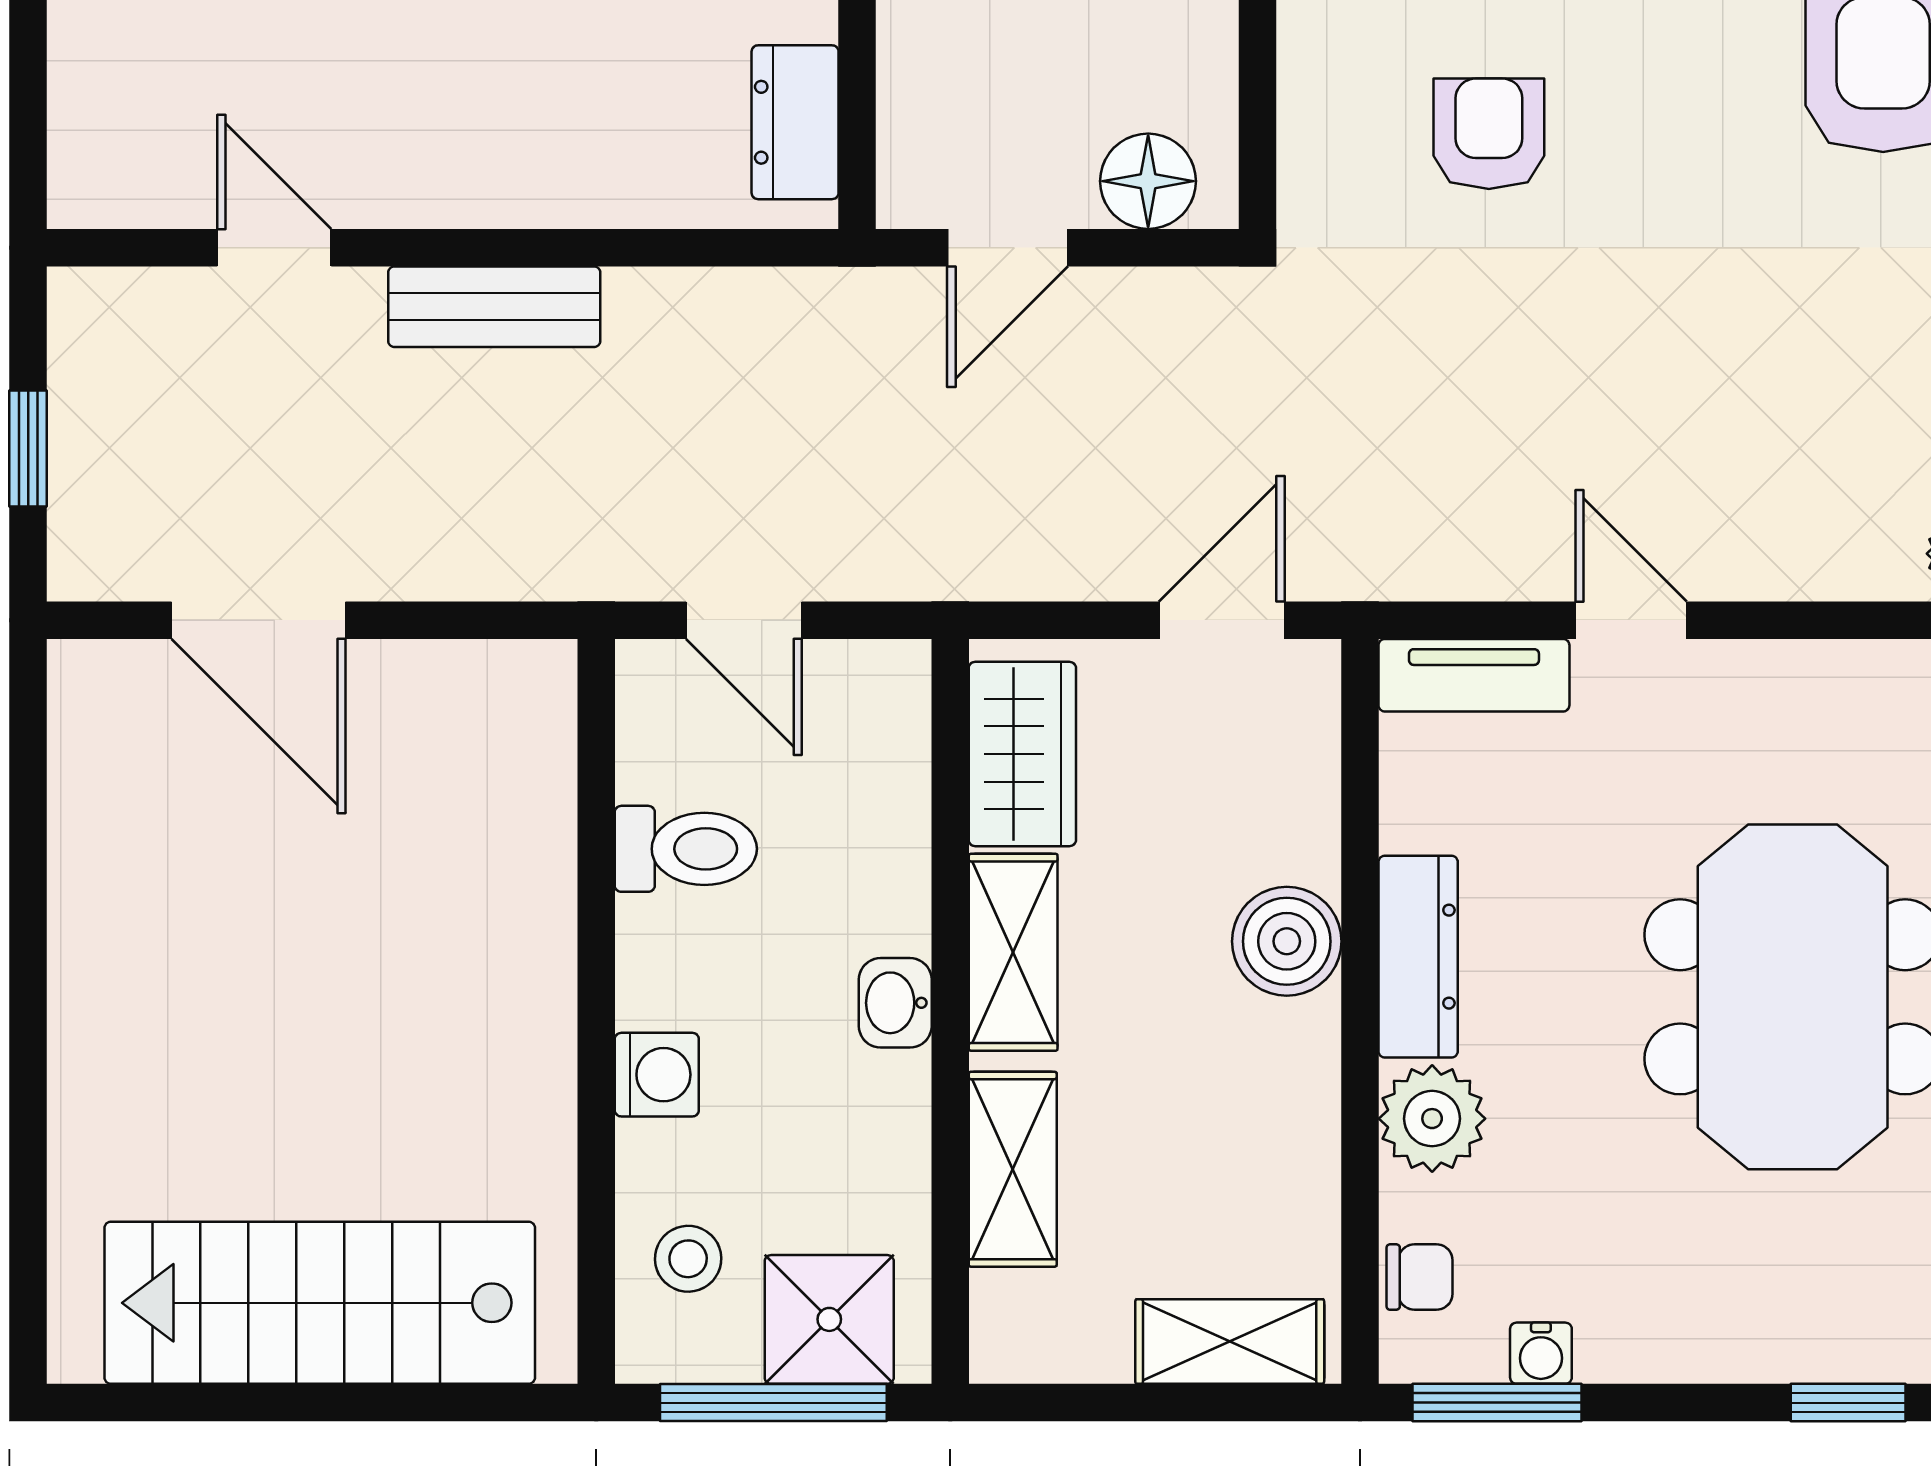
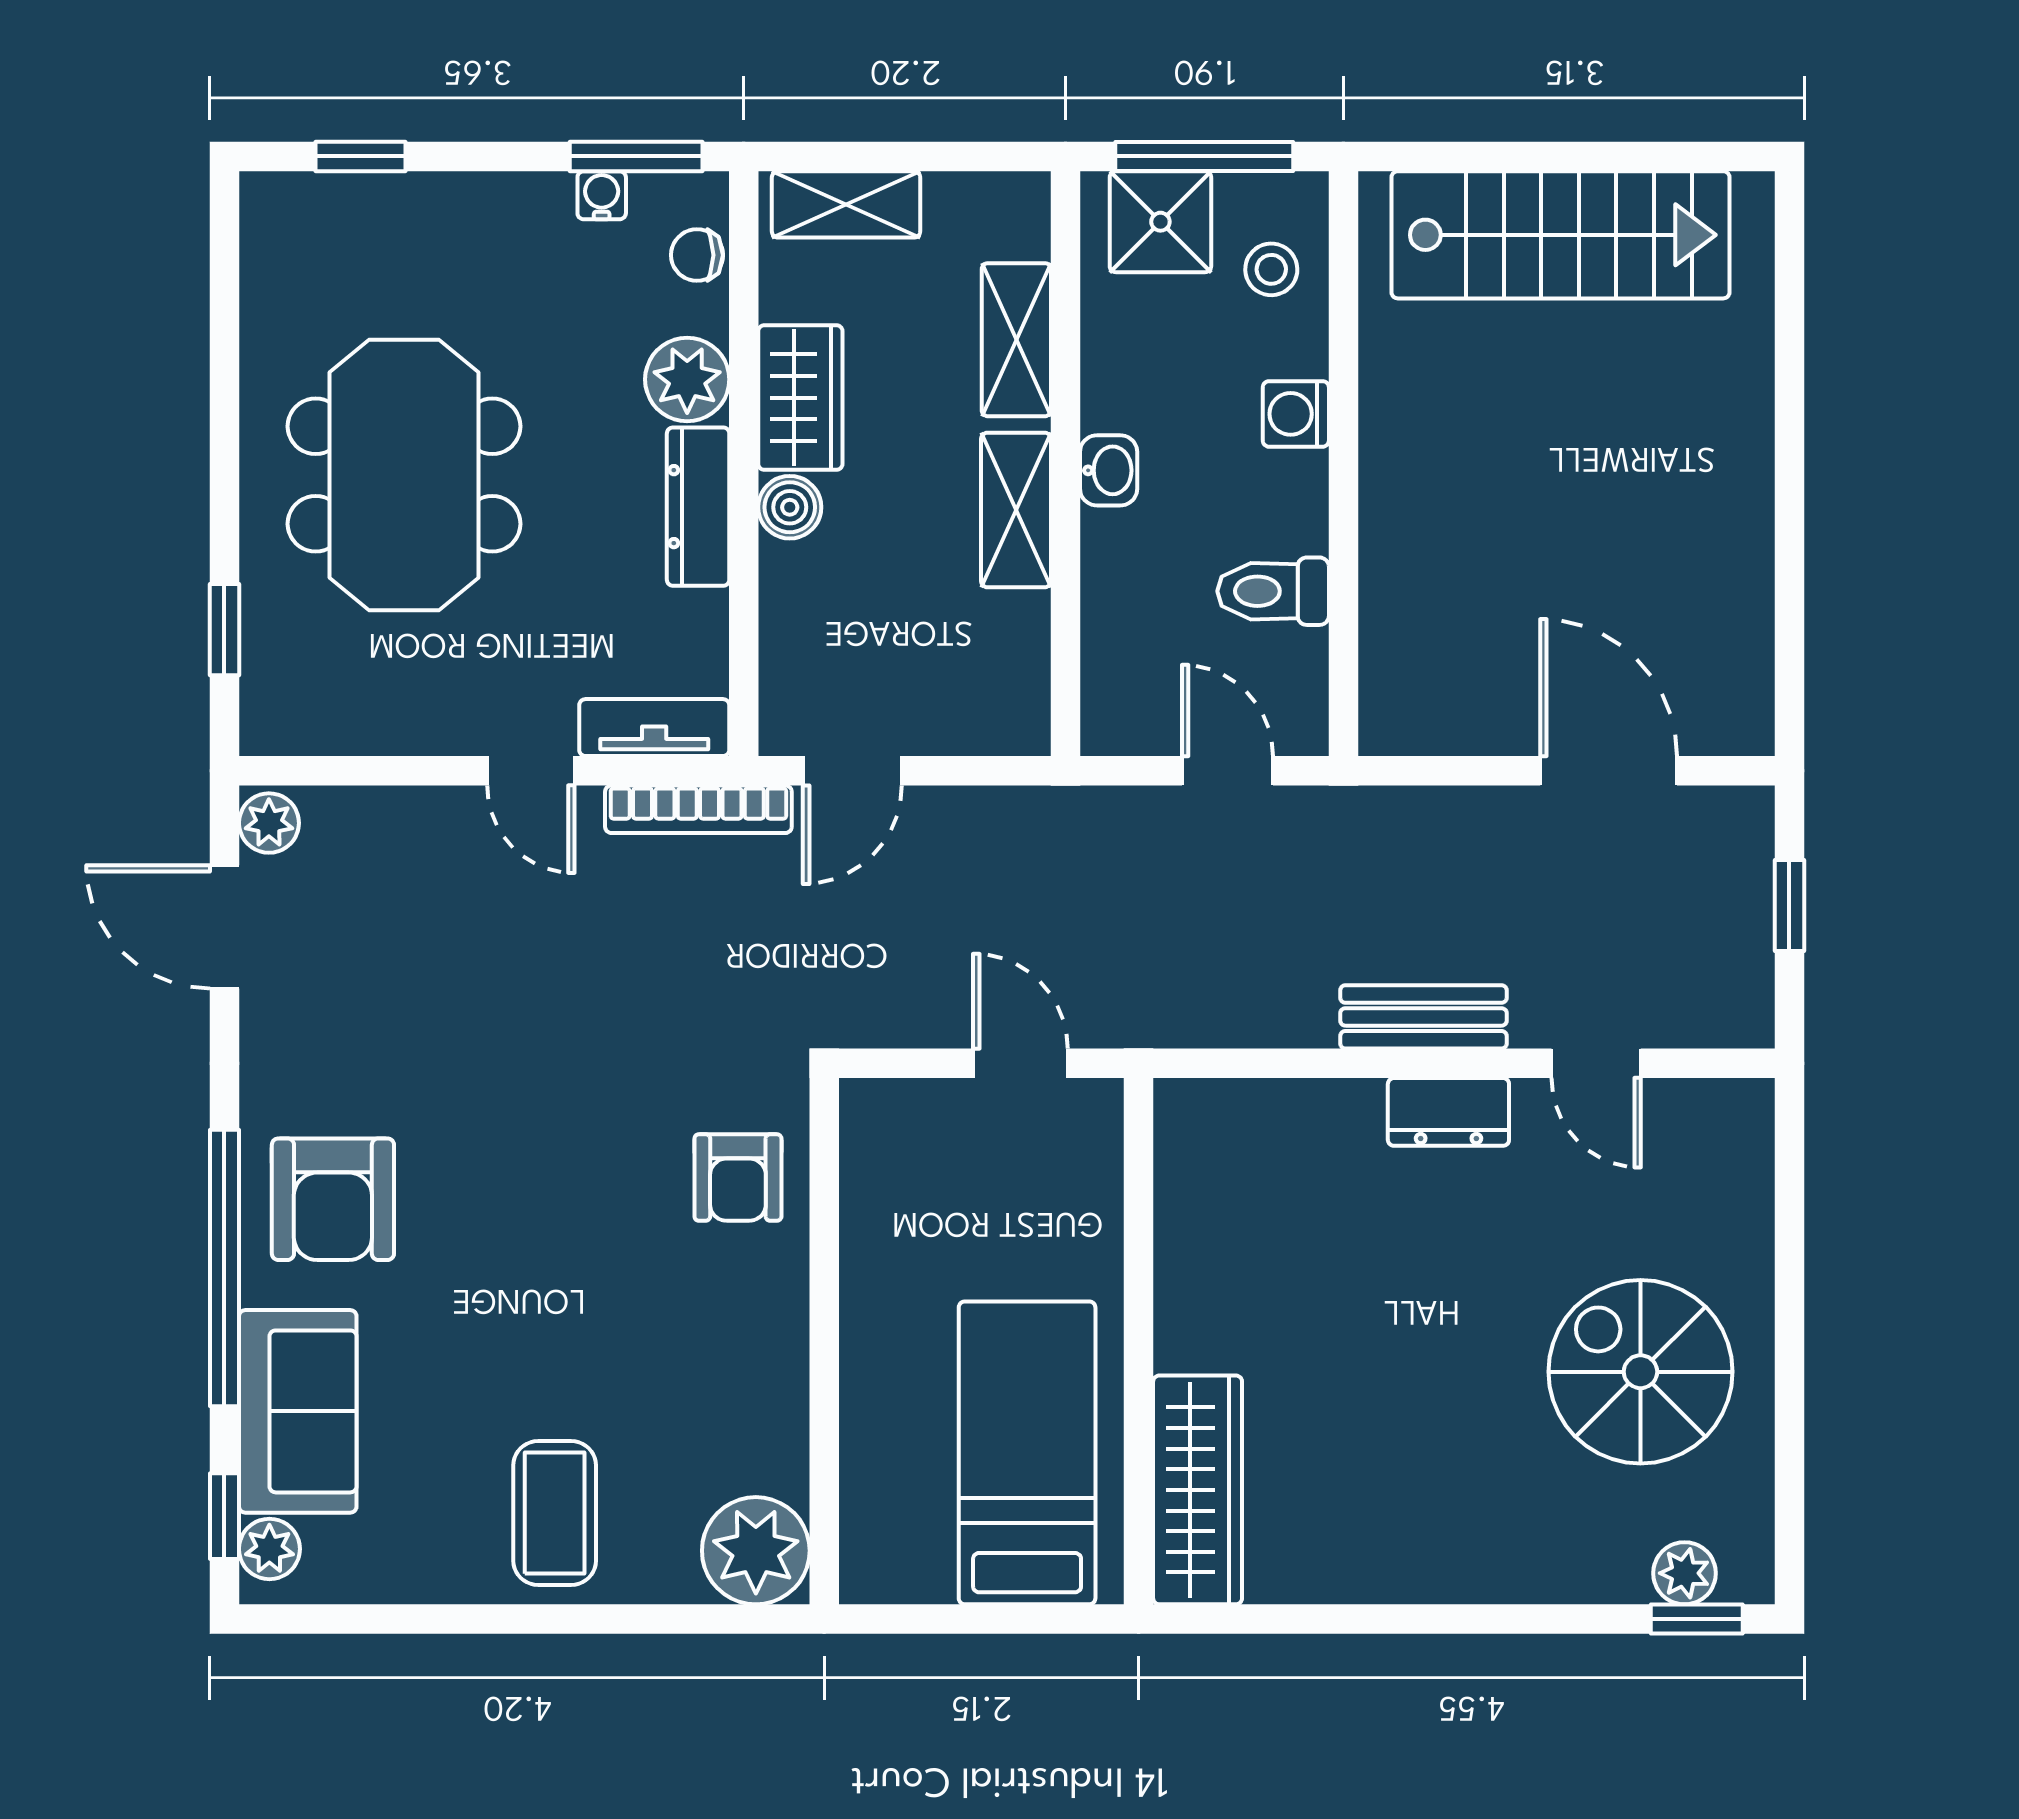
dresser: (795, 122) -> (1448, 1112), moved, turned 90
armchair: (1489, 134) -> (738, 1178), moved
floor lamp: (1148, 181) -> (910, 1115), removed
door: (1008, 248) -> (1020, 1063), hinge flipped
bookcase: (1418, 571) -> (698, 809), added
wardrobe: (1022, 754) -> (800, 398), moved, turned 180
boiler: (1287, 941) -> (790, 507), width x0.73, depth x0.73

